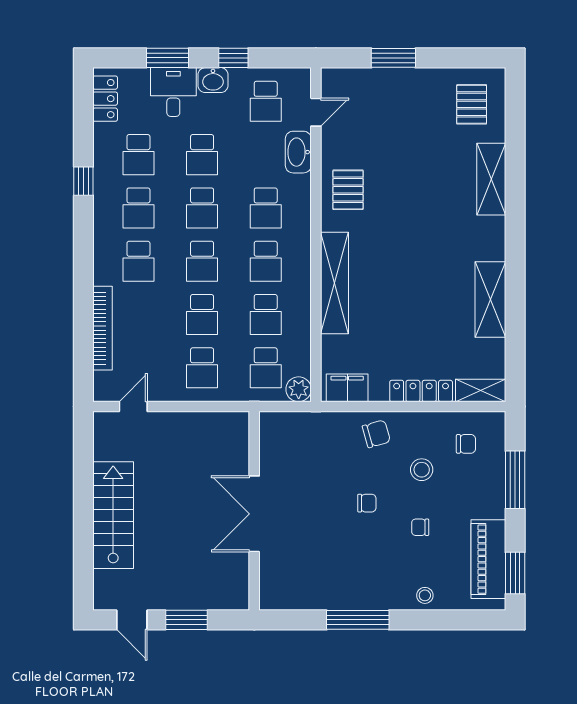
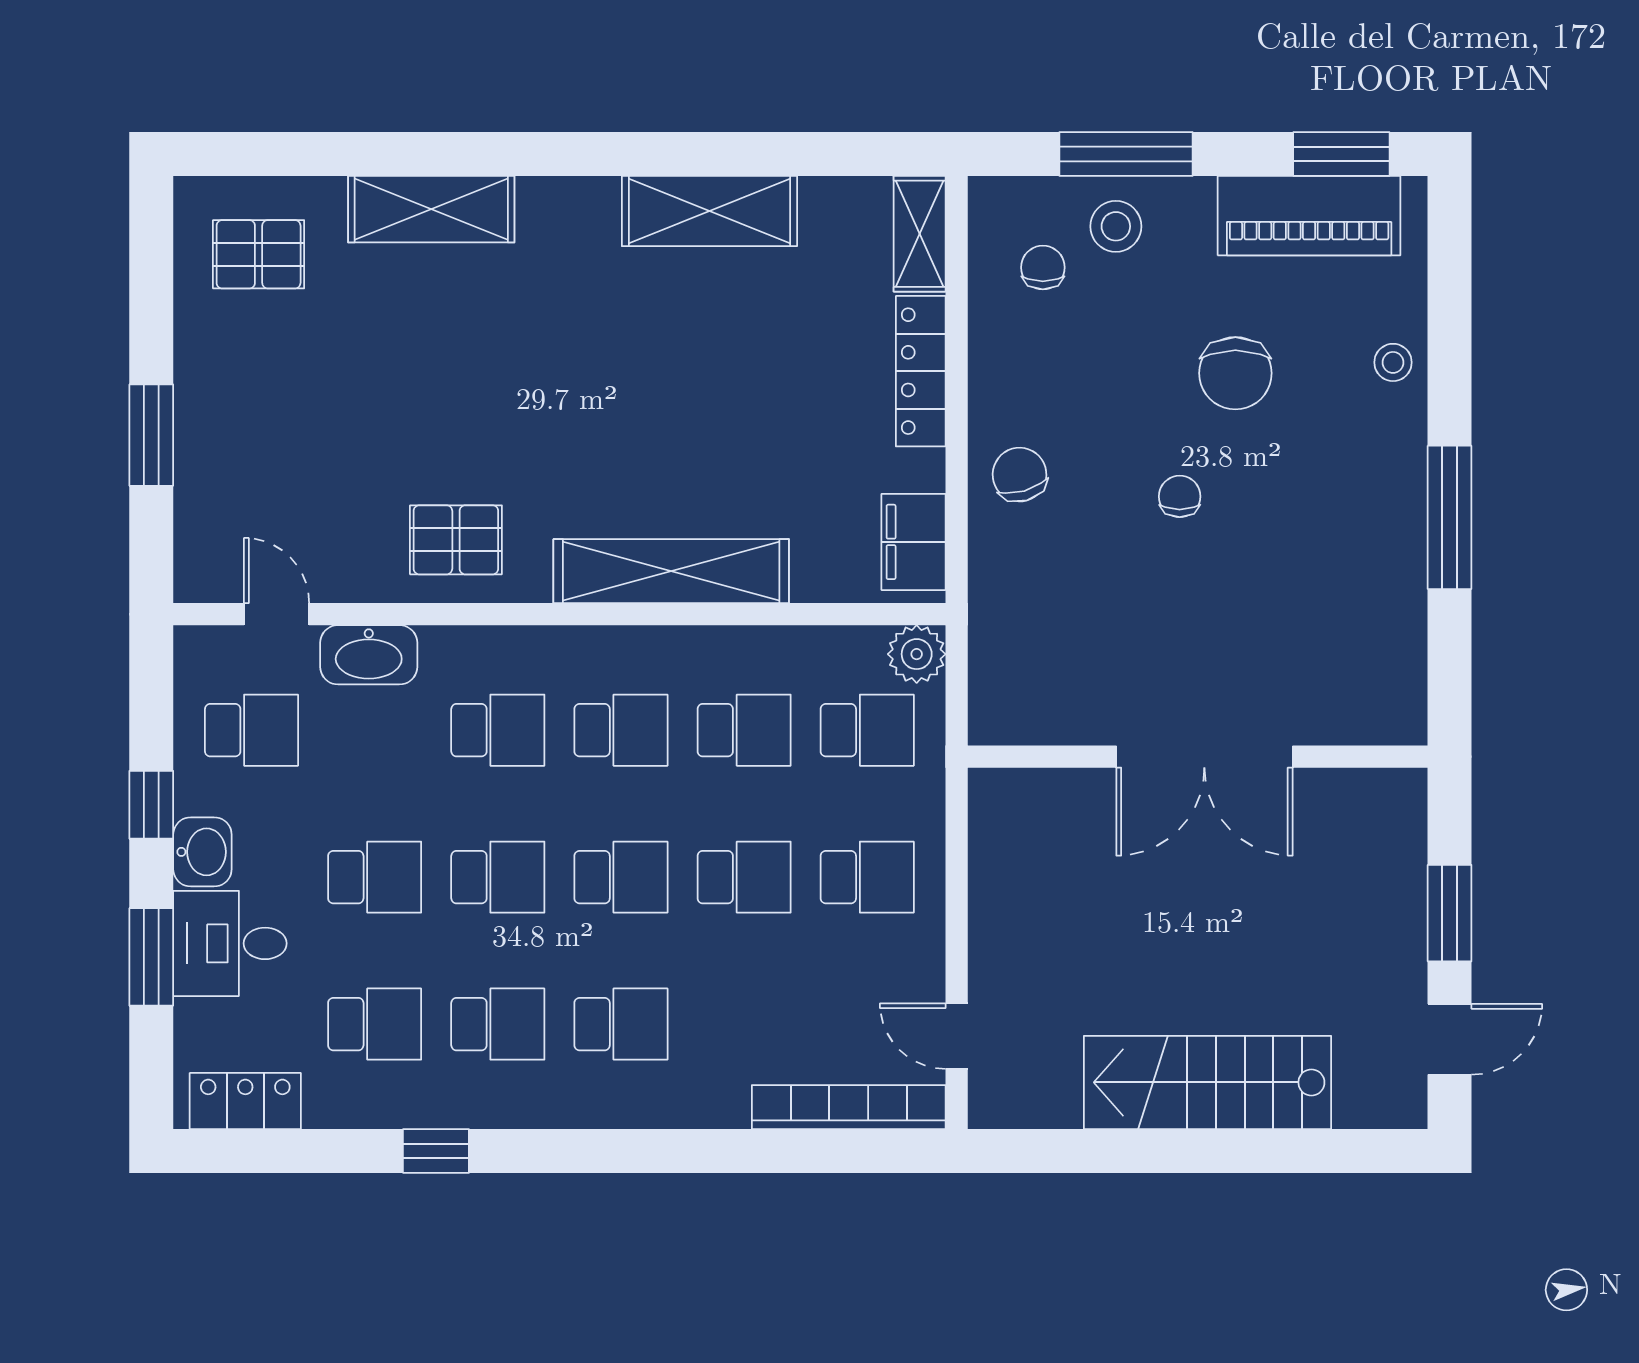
bookcase: (102, 328) -> (849, 1107), moved
stool: (422, 470) -> (1116, 226), moved
chair: (420, 527) -> (1235, 373), width x1.87, depth x1.87

